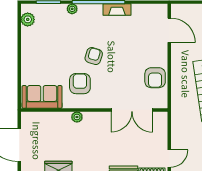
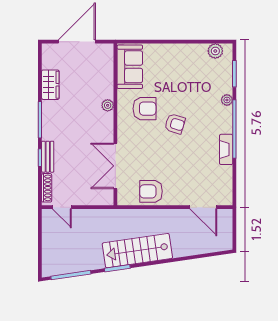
door: (169, 30) -> (203, 207), hinge flipped

